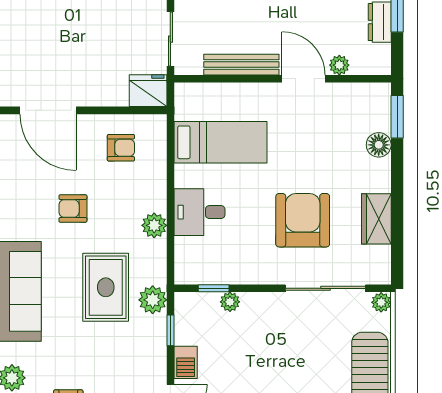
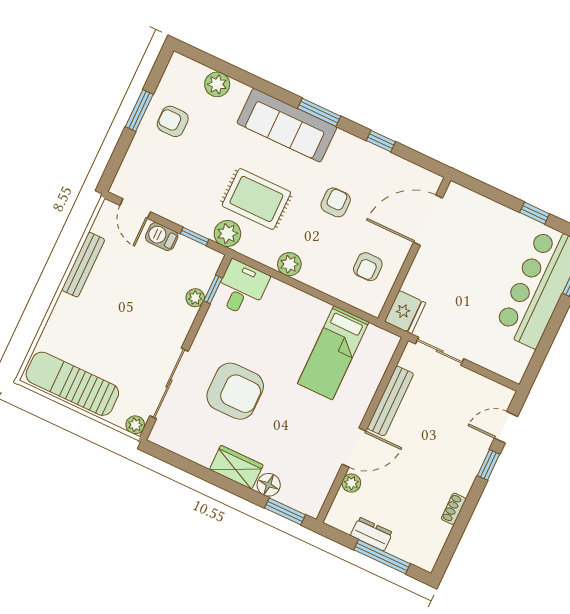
desk: (199, 212) -> (241, 288), moved
wardrobe: (376, 219) -> (236, 467), moved

